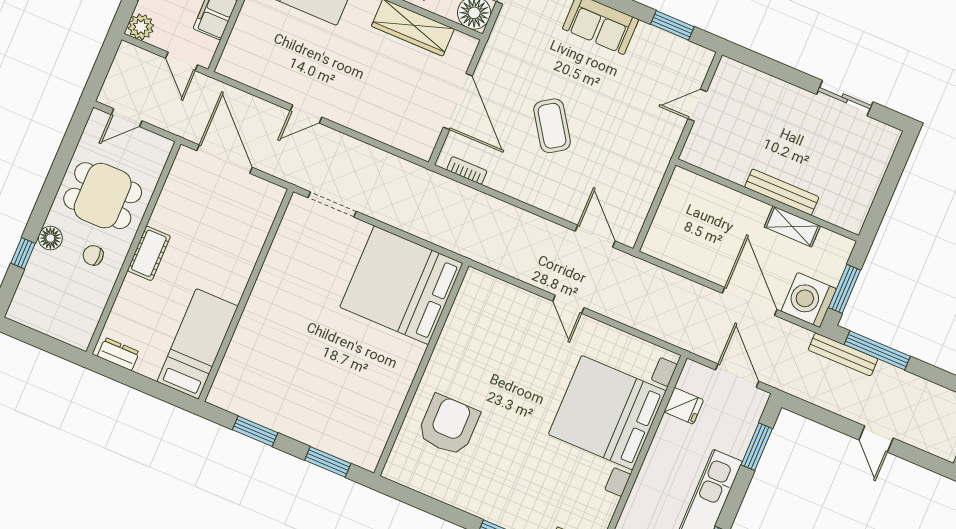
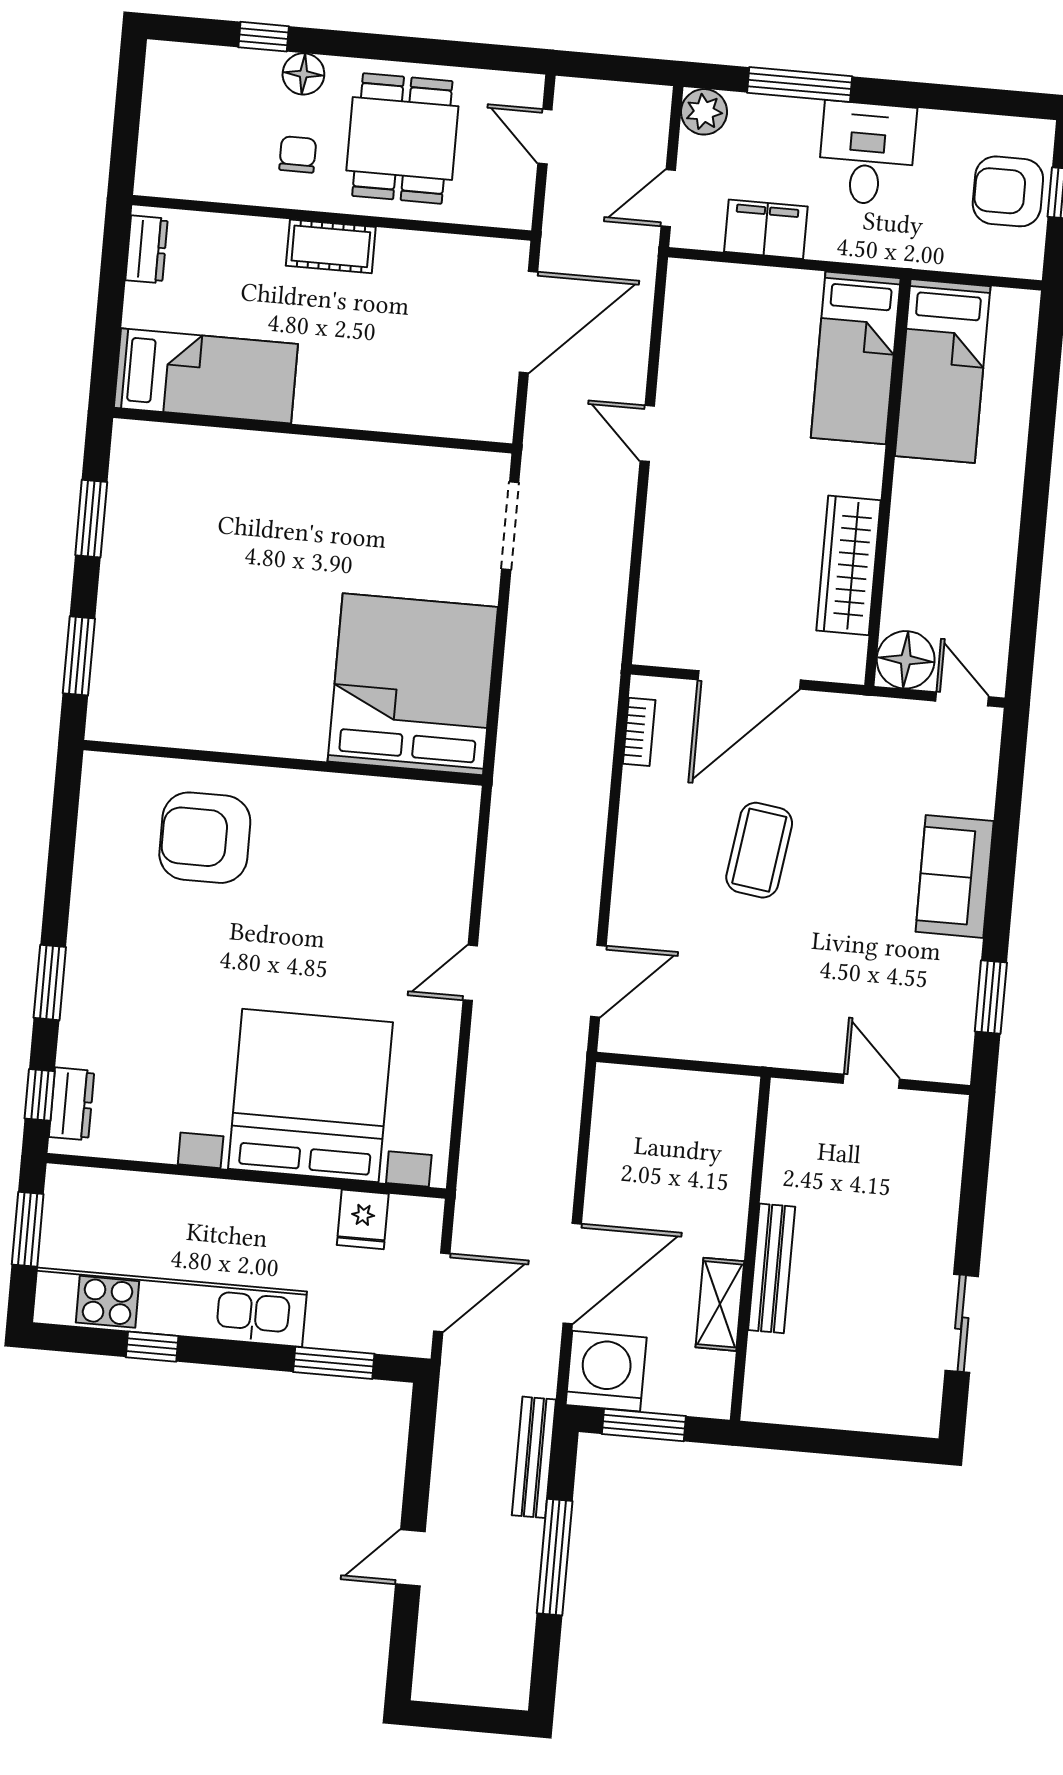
coffee table: (552, 126) -> (759, 850), turned -48
window: (877, 350) -> (555, 1557), moved
armchair: (448, 425) -> (205, 838), turned 180

